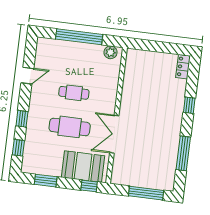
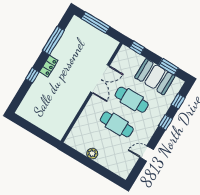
window: (79, 37) -> (94, 166), removed
plant: (111, 52) -> (92, 154), moved
locker: (183, 67) -> (49, 66), moved
cafe table: (74, 93) -> (117, 124), width x1.37, depth x1.35
booth: (83, 167) -> (155, 77), moved

